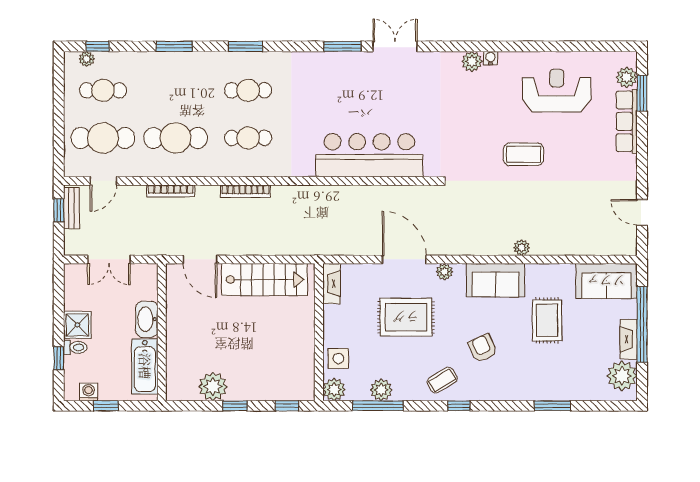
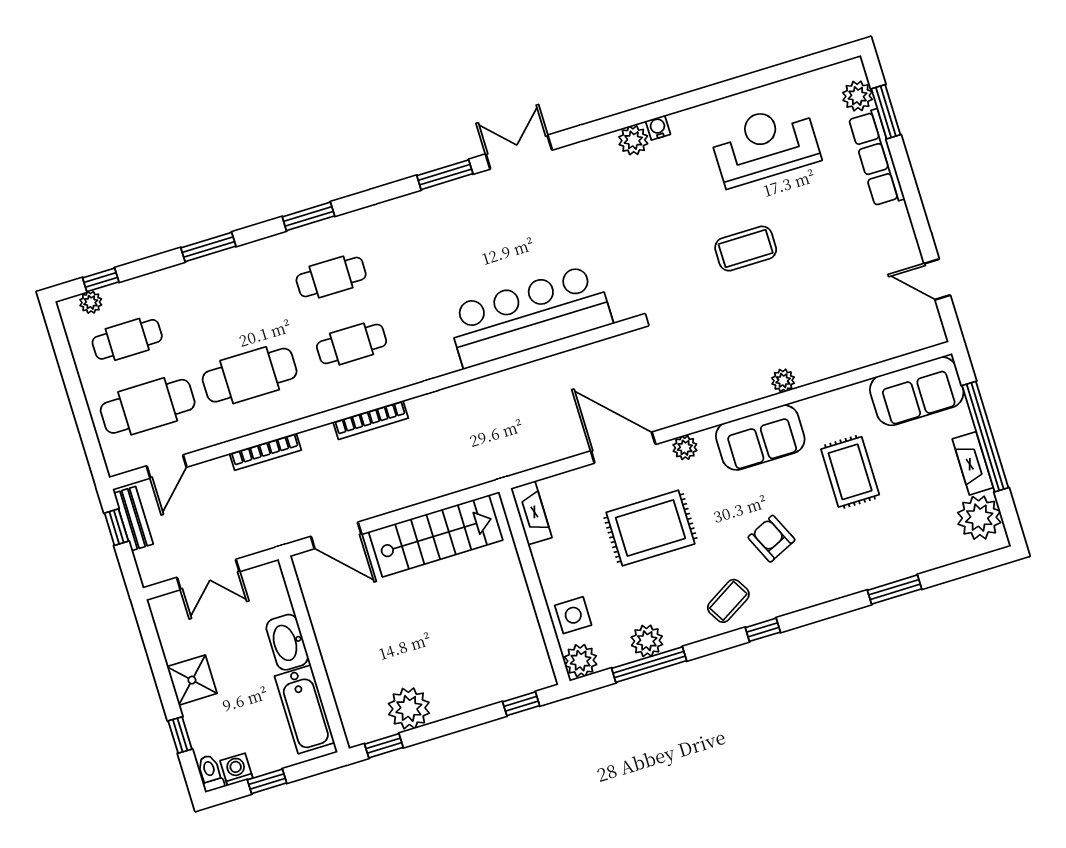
toilet: (75, 347) -> (210, 773), moved, turned -90
window: (235, 406) -> (384, 746), moved

